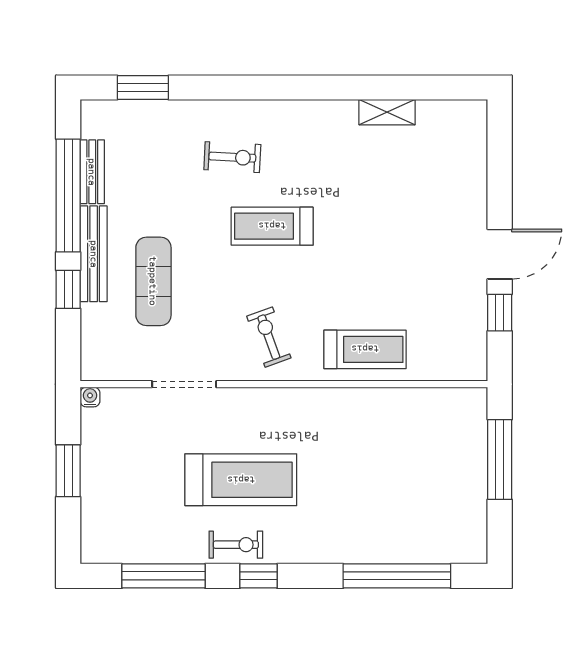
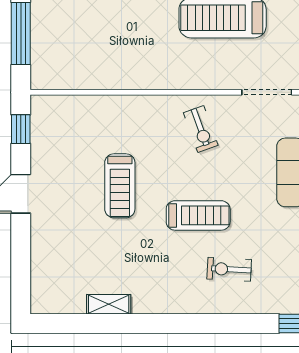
window: (500, 313) -> (21, 129), moved
treadmill: (365, 349) -> (120, 186), moved, turned -90

